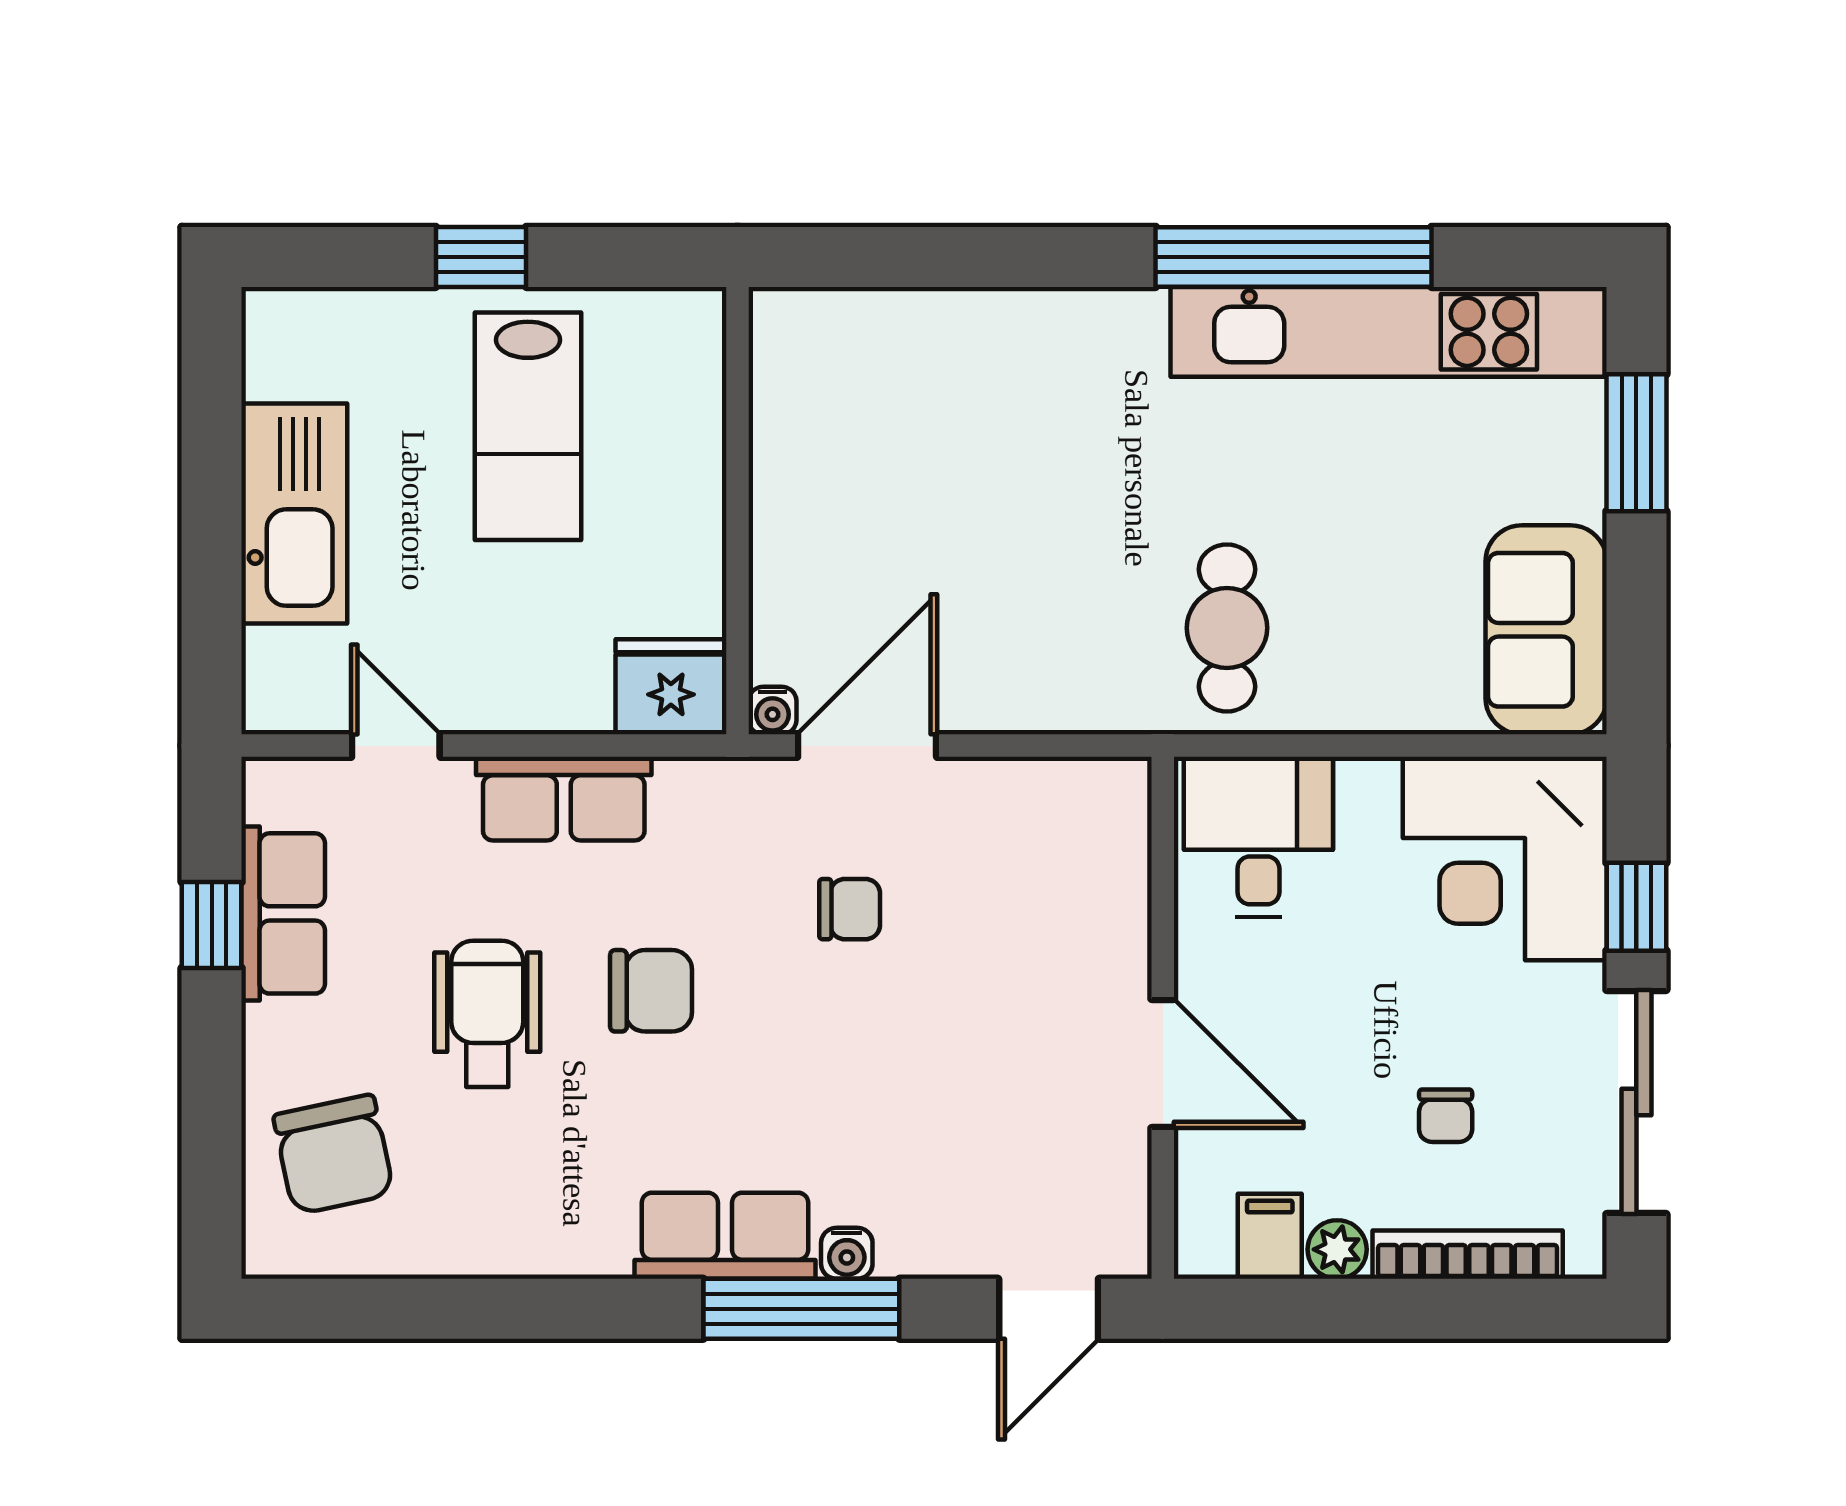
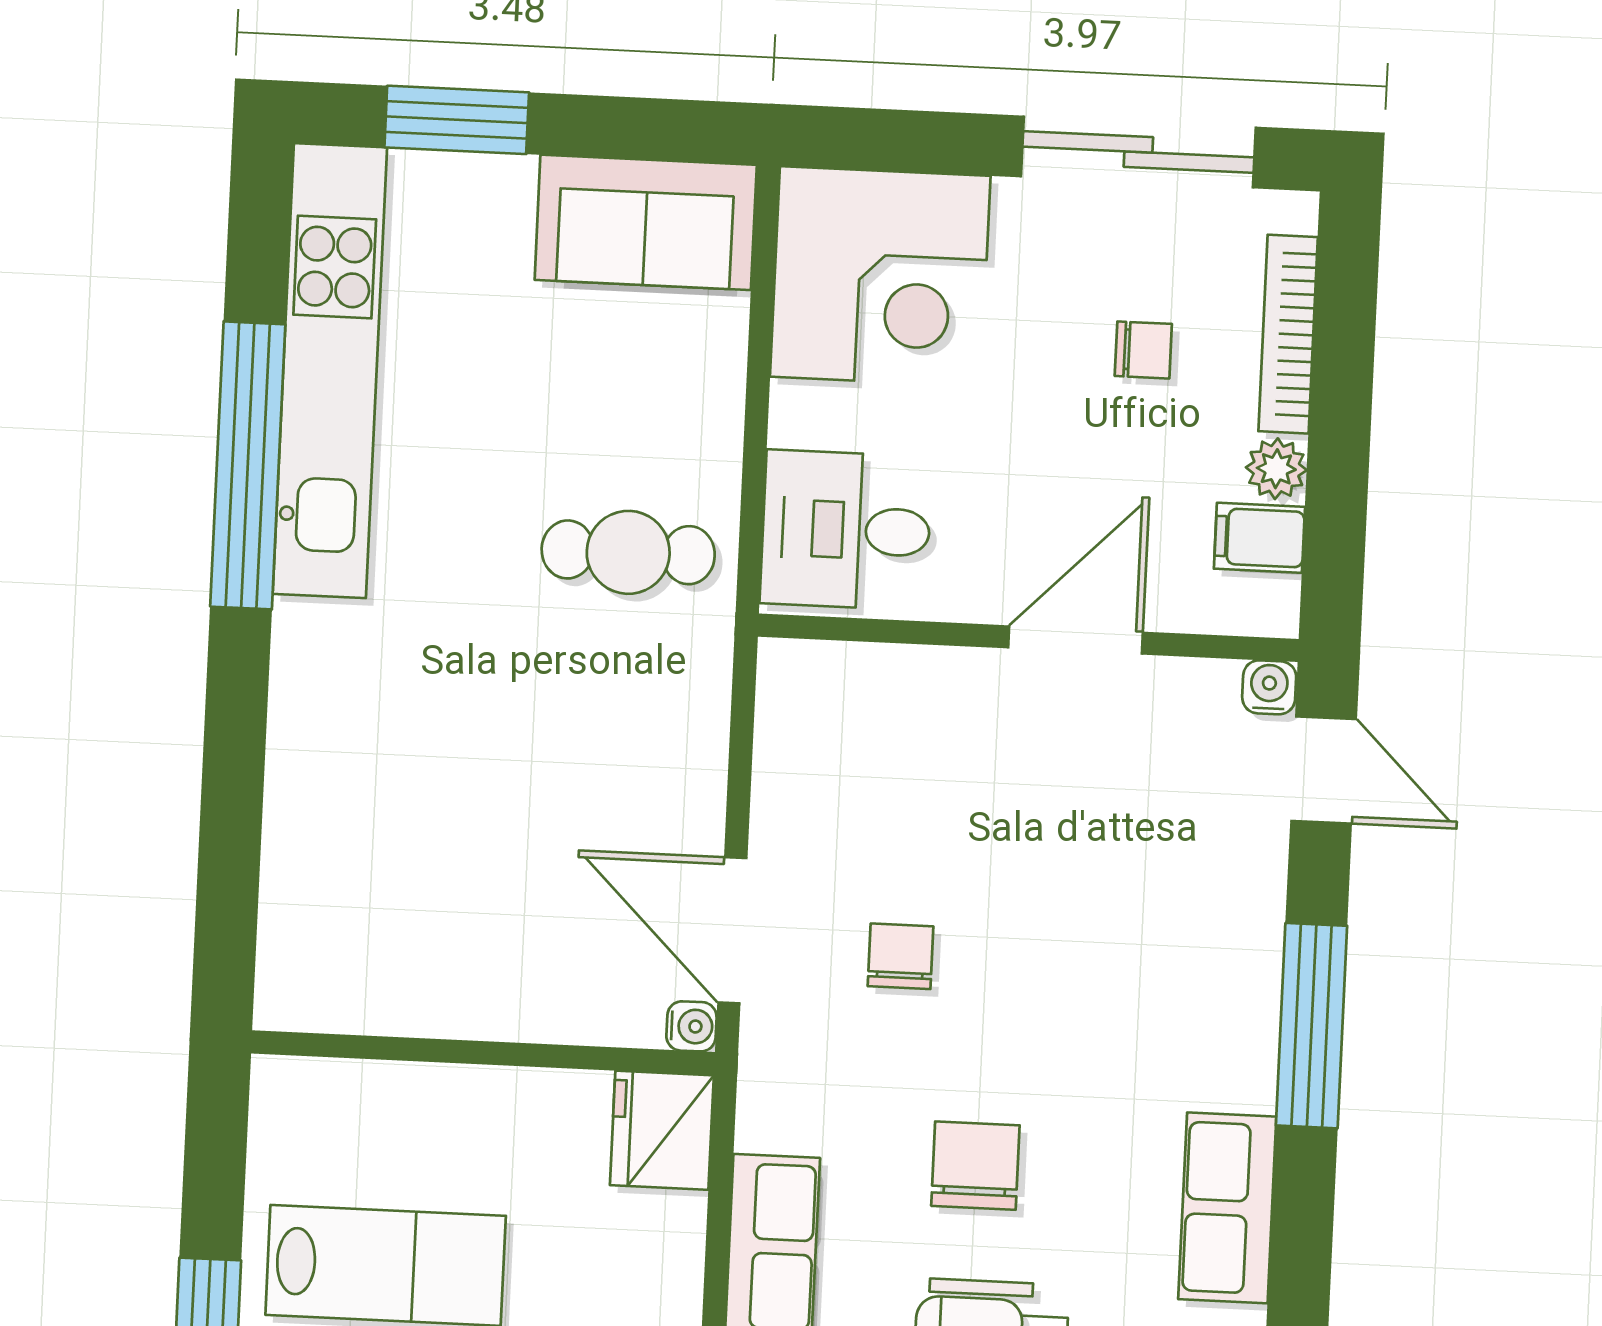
window: (1636, 907) -> (937, 142), removed
row of seats: (725, 1236) -> (1227, 1208), moved
water cooler: (847, 1253) -> (1269, 687), moved, turned -90

